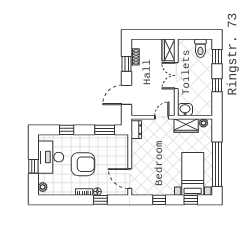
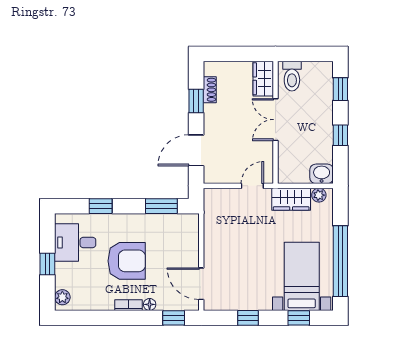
toilet: (200, 48) -> (292, 76), moved
washbasin: (185, 110) -> (322, 174), moved
dresser: (136, 130) -> (212, 206), removed
desk: (51, 157) -> (75, 242), width x0.73
window: (100, 200) -> (174, 318), moved

